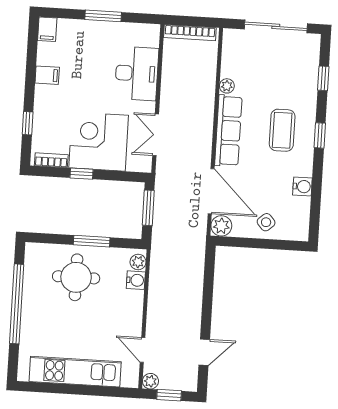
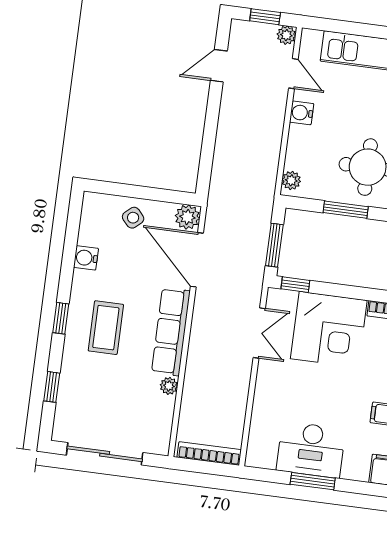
desk: (137, 73) -> (311, 450), moved, turned -90
window: (81, 174) -> (295, 285), moved
water cooler: (136, 280) -> (302, 113), moved

